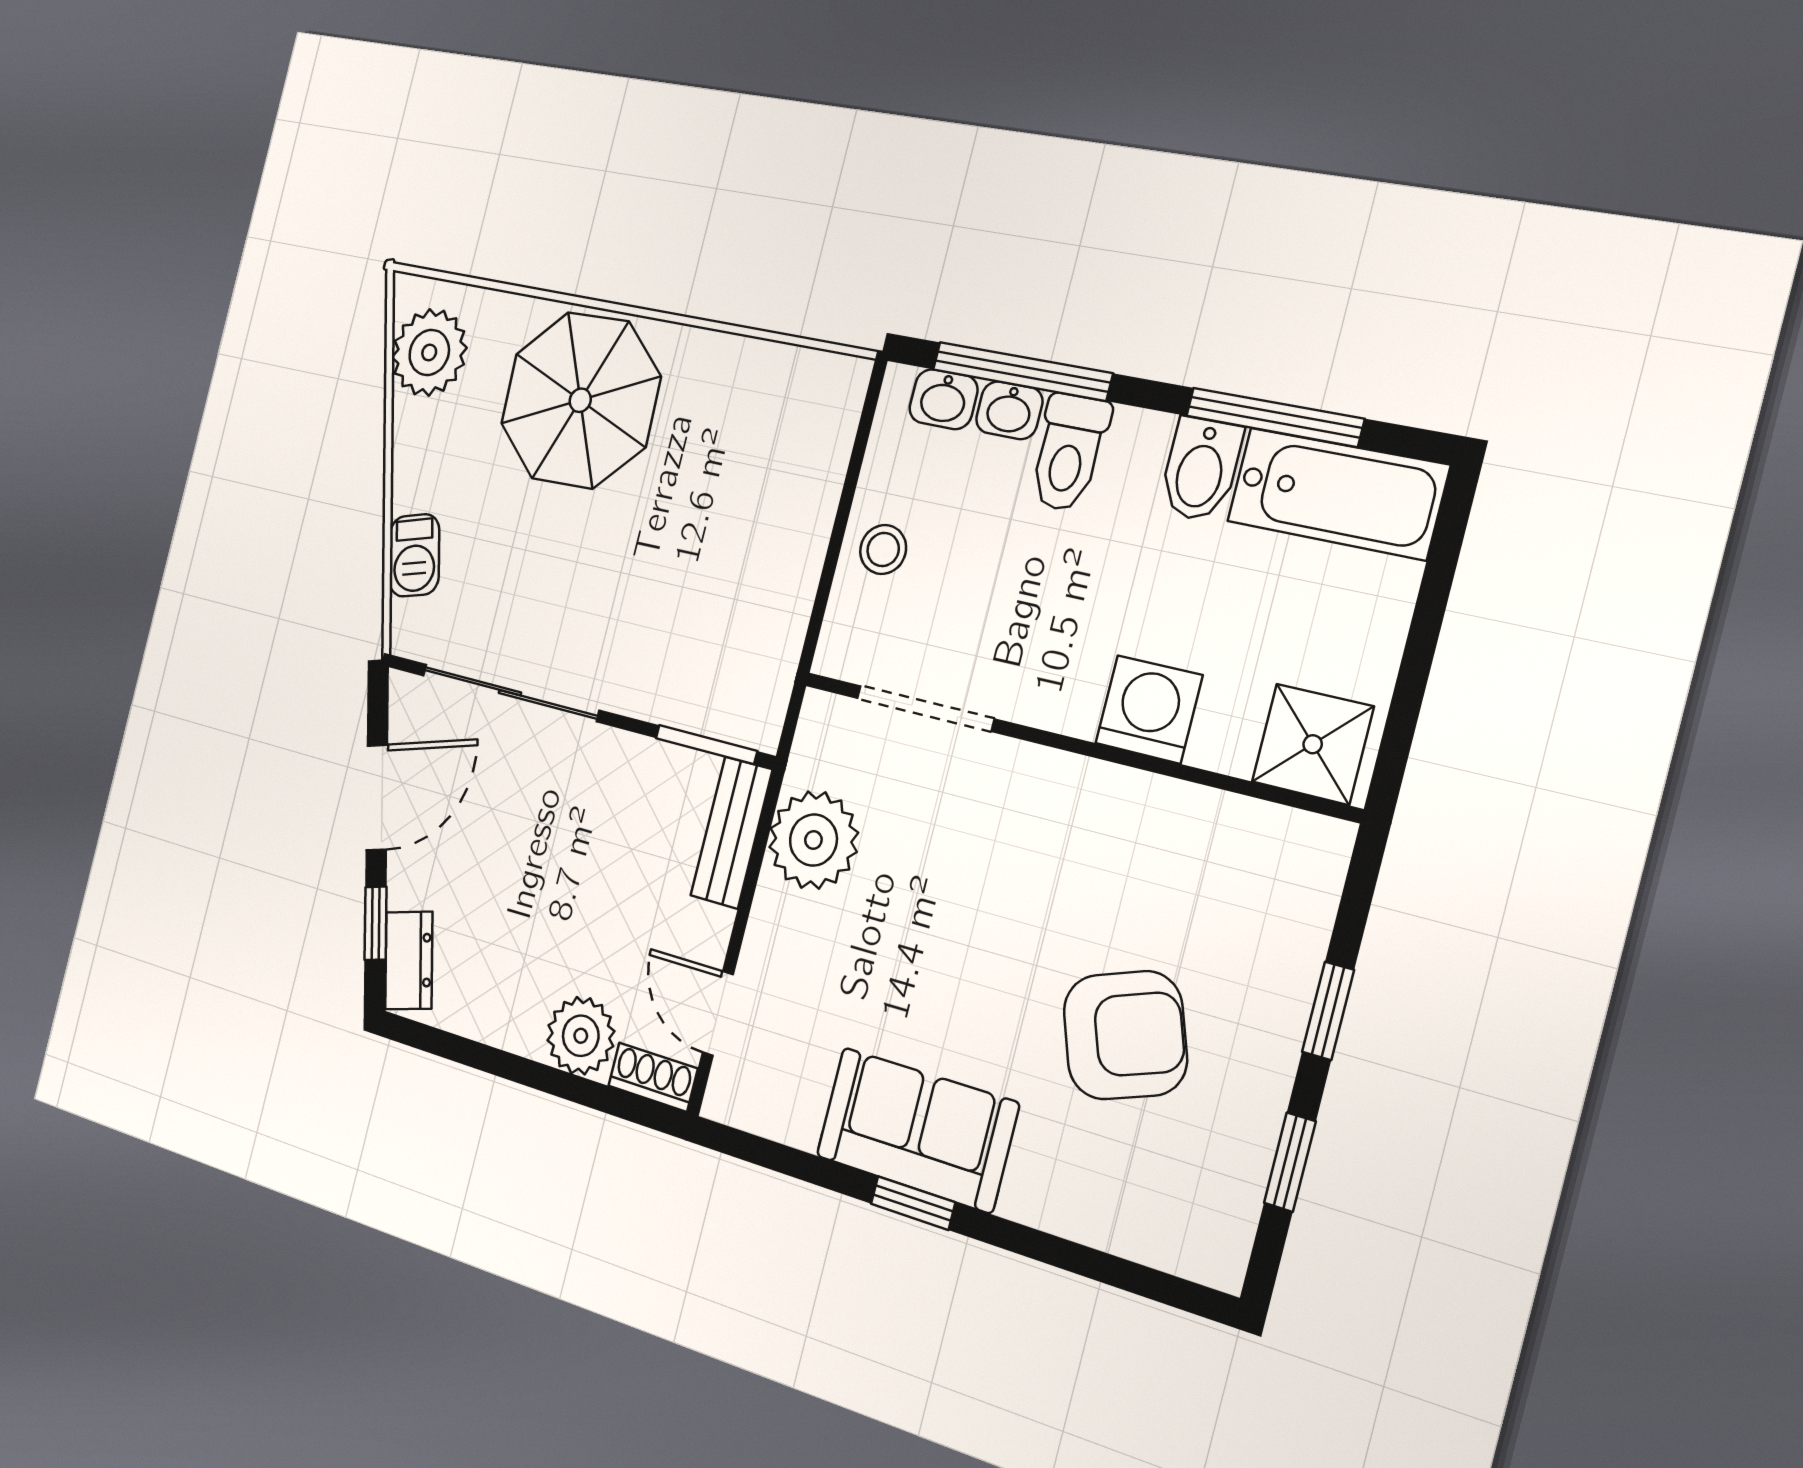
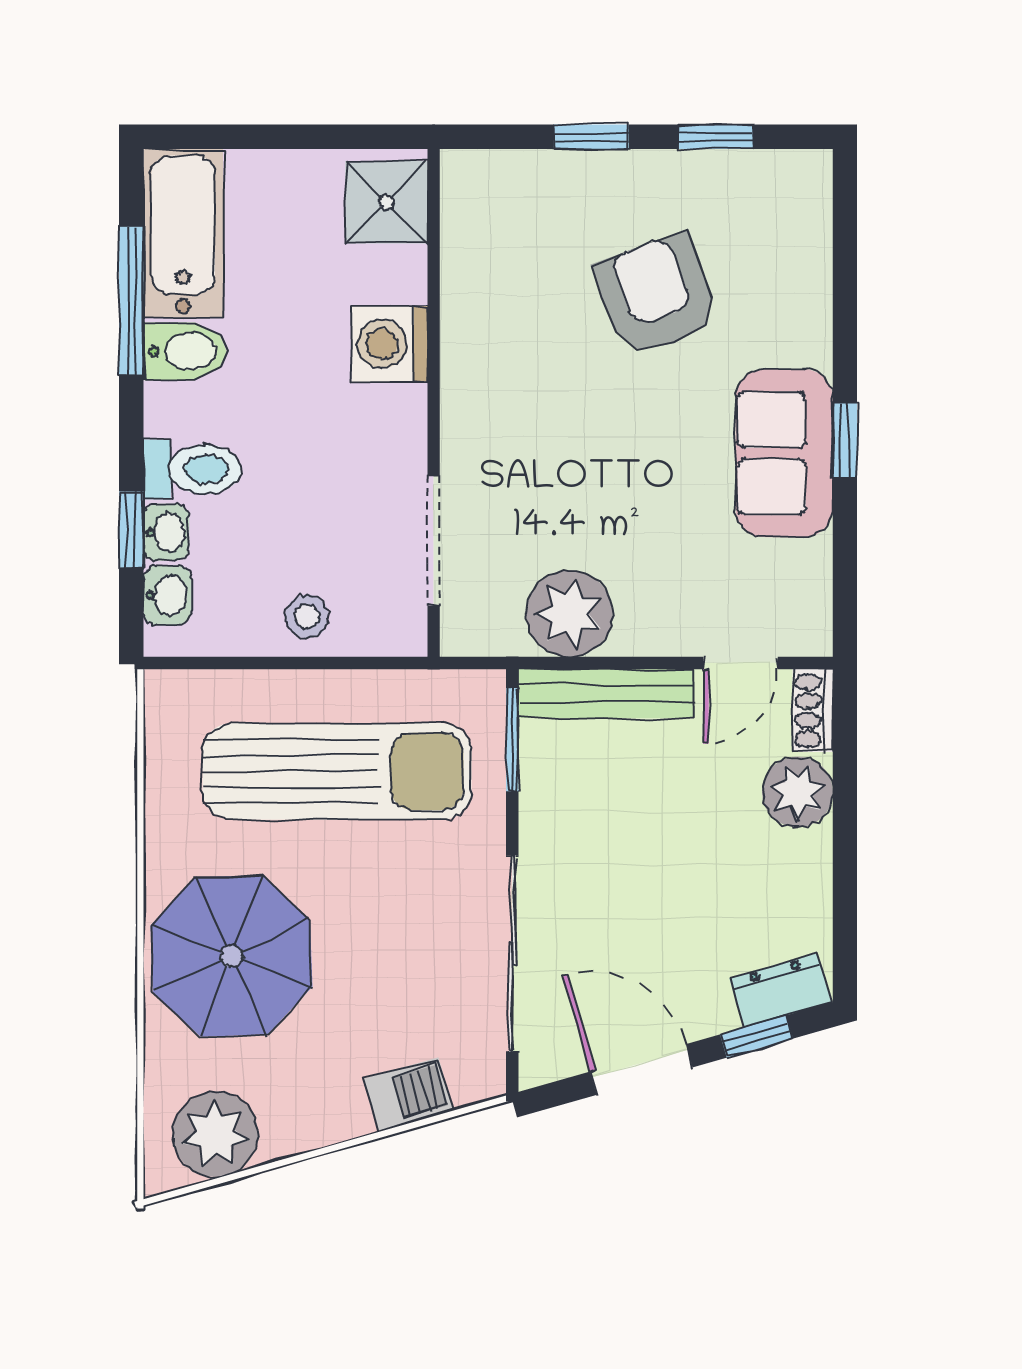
window: (1022, 371) -> (131, 530), width x0.46
sun lounger: (723, 548) -> (337, 771), added
bench: (731, 833) -> (606, 693), width x1.36

